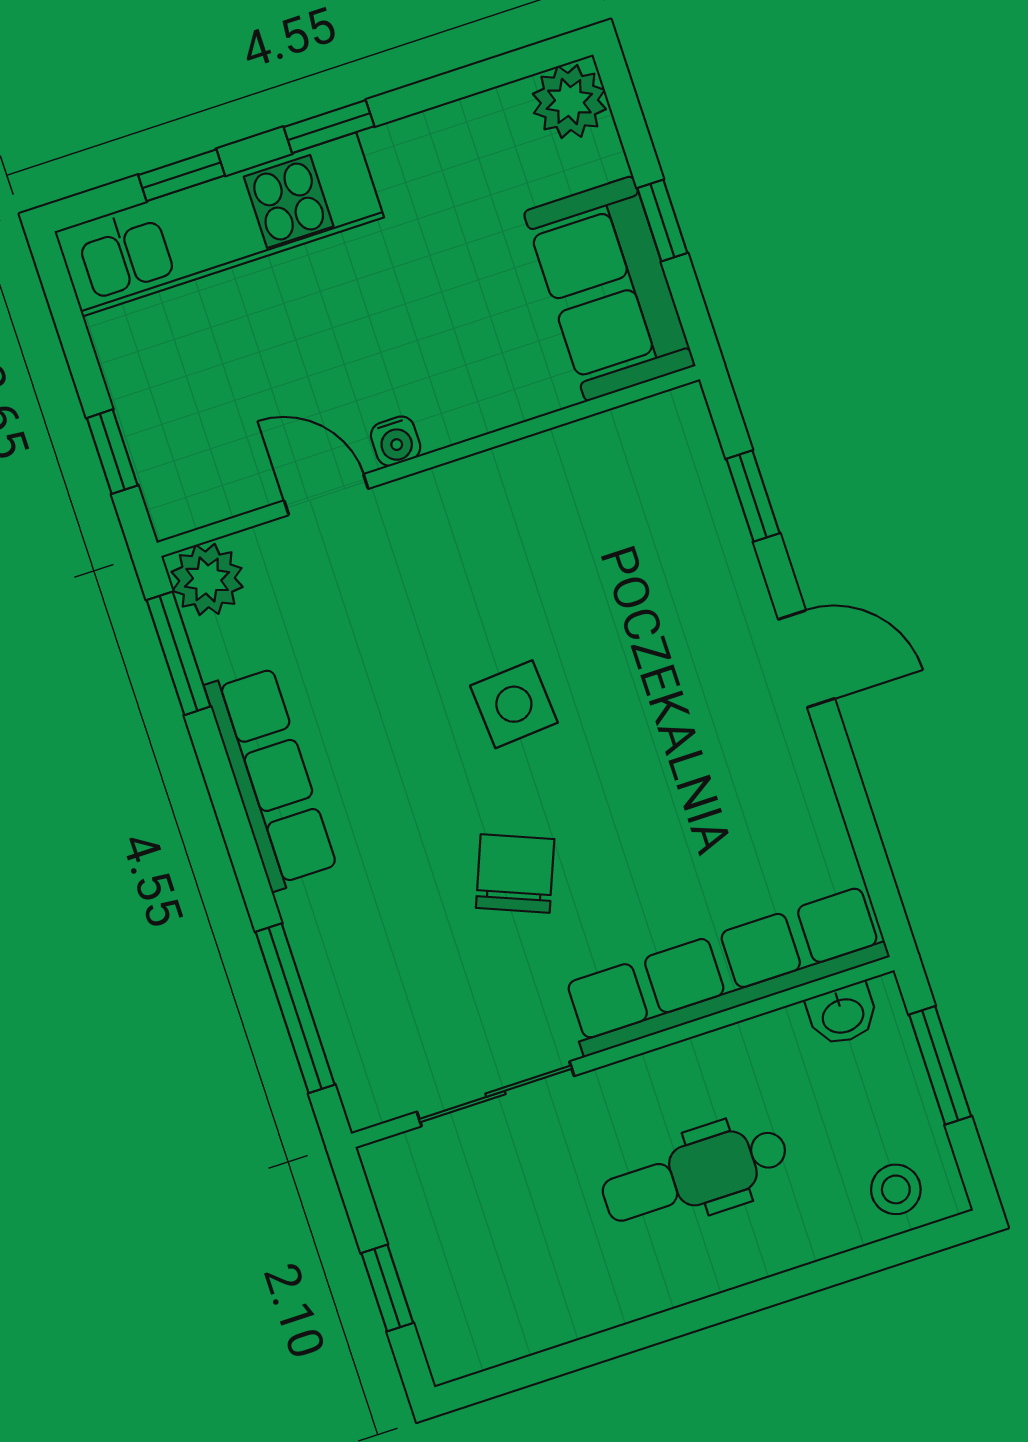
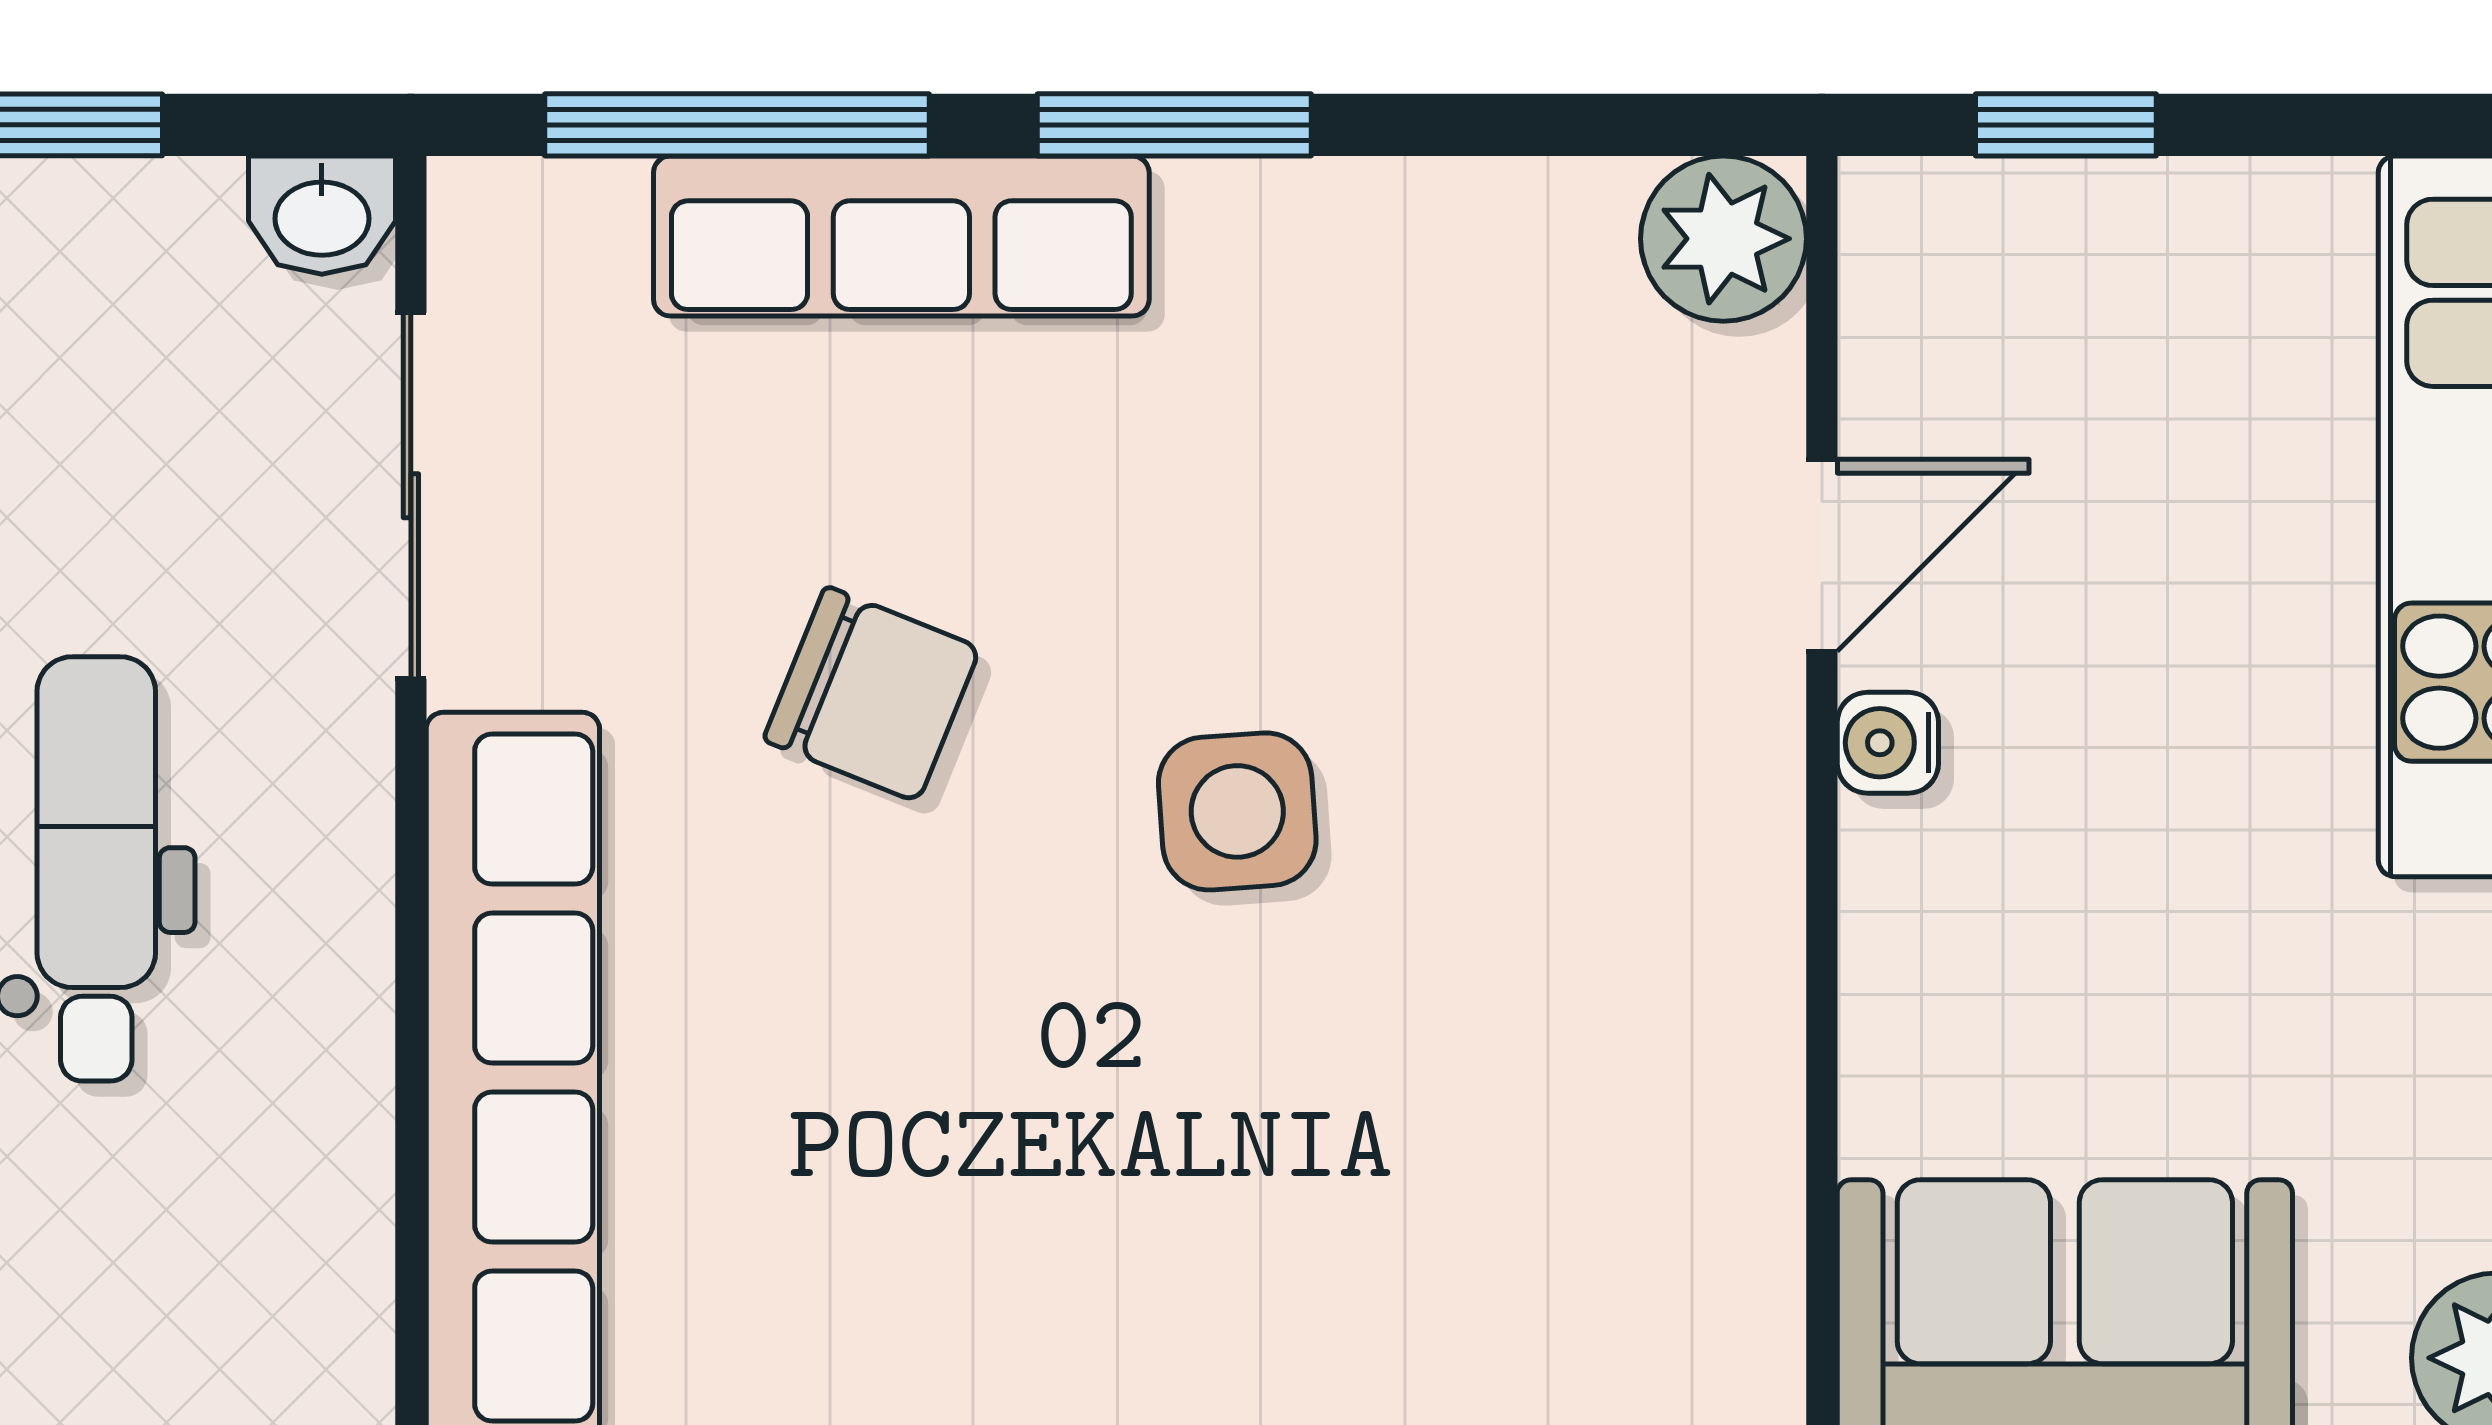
window: (179, 653) -> (1174, 125), moved
row of seats: (271, 778) -> (901, 236), moved
washbasin: (843, 1014) -> (322, 215), moved, turned -90

